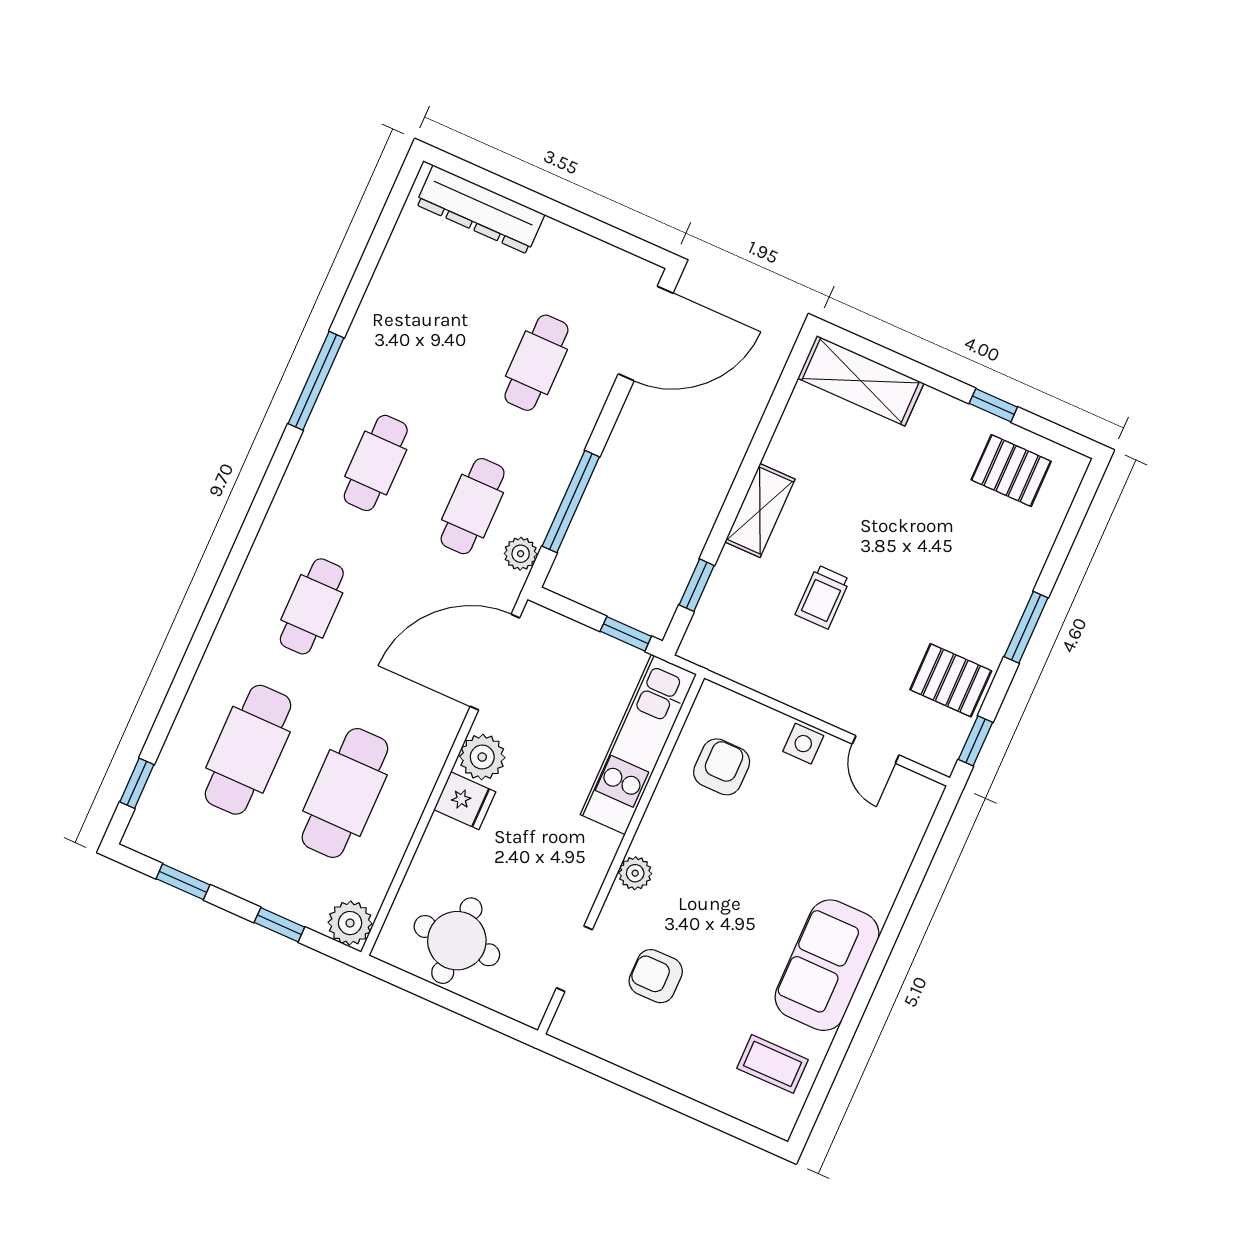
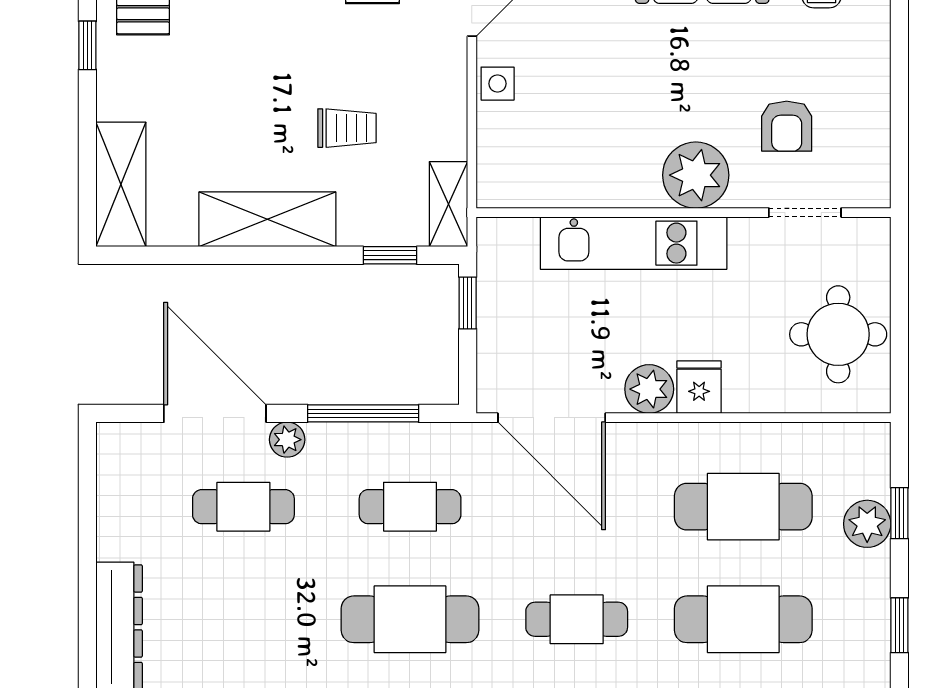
door: (646, 334) -> (215, 413), moved
cafe table: (376, 463) -> (410, 619), width x1.37, depth x1.35
shelving: (760, 511) -> (267, 219), width x1.50, depth x1.33
plant: (521, 554) -> (287, 440), moved
shelving: (718, 655) -> (449, 204), added
kitchen unit: (638, 744) -> (634, 243), moved
armchair: (722, 767) -> (555, 153), removed
plant: (635, 873) -> (696, 175), width x1.87, depth x1.87
plant: (350, 923) -> (867, 524), moved

